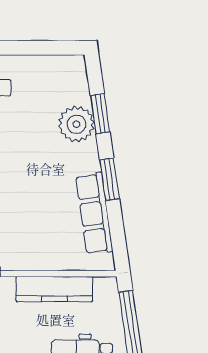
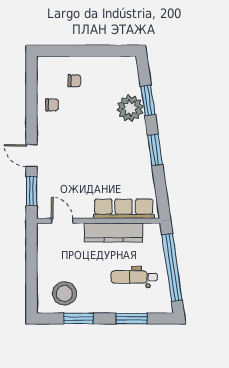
row of seats: (94, 213) -> (124, 209), moved, turned 98

